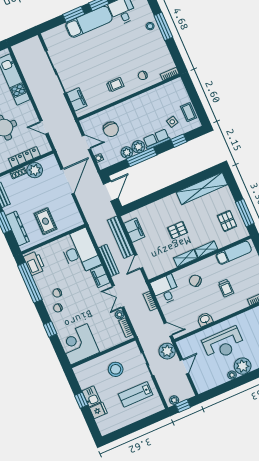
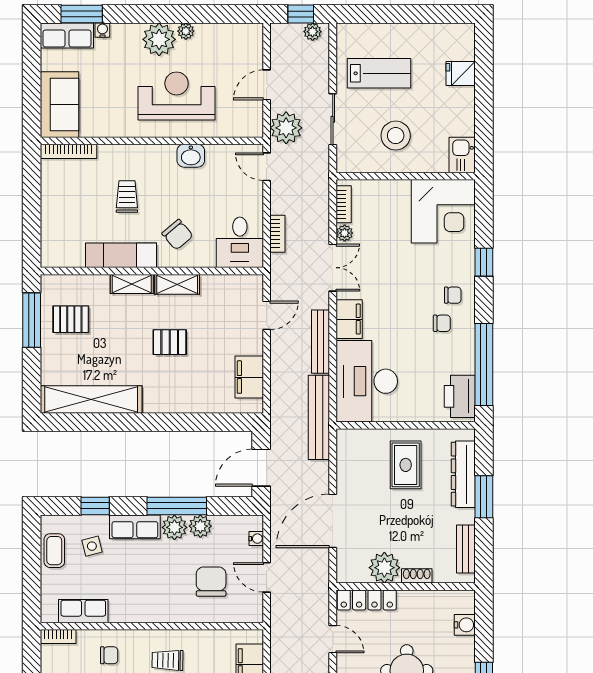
row of seats: (163, 90) -> (83, 611), added
locker: (24, 157) -> (367, 600), moved
pallet: (227, 221) -> (71, 319), turned 90
bench: (120, 237) -> (319, 417), moved
exam couch: (234, 253) -> (121, 255), moved
kitchen sink: (91, 396) -> (462, 155), moved
window: (81, 400) -> (484, 106), removed

